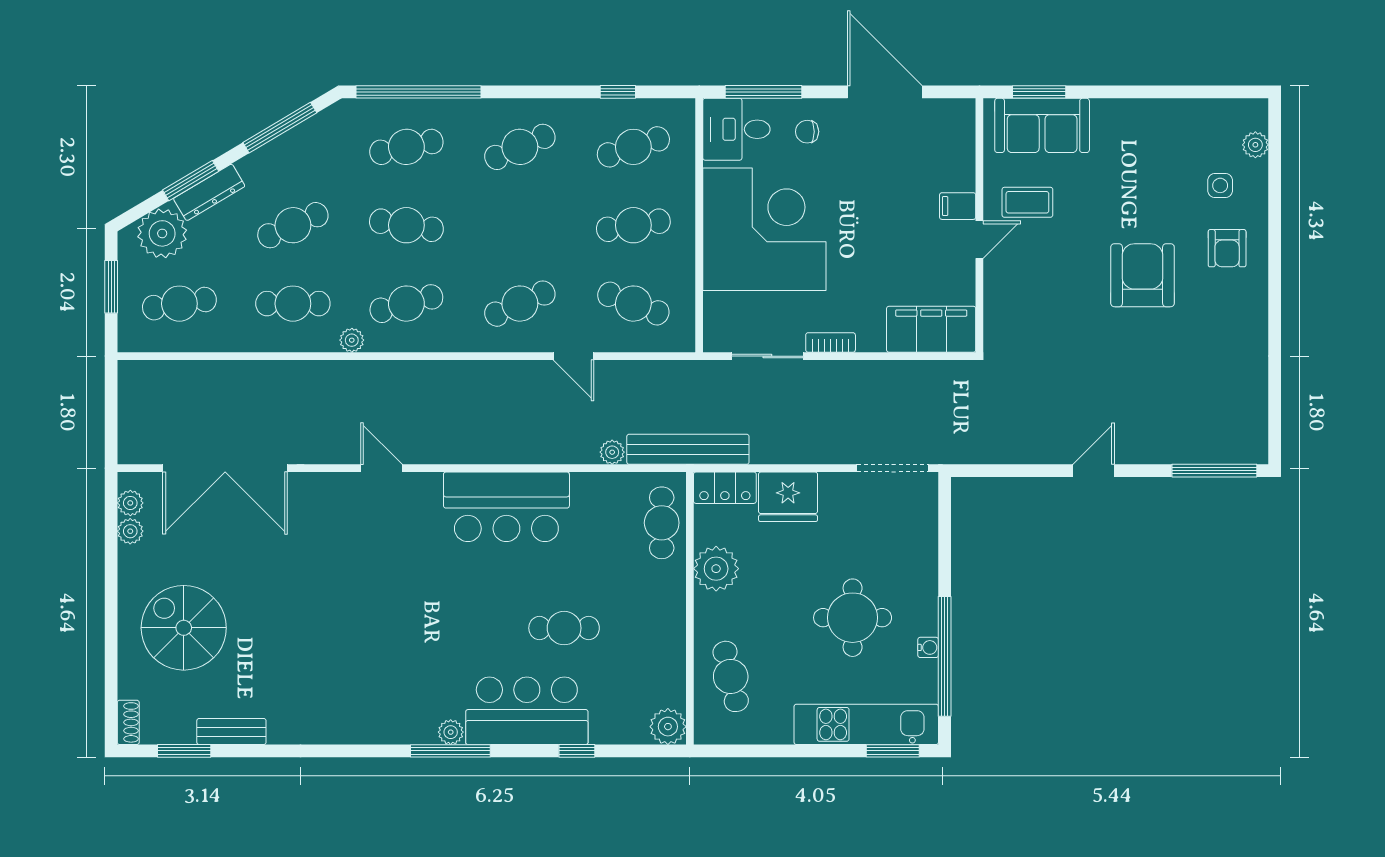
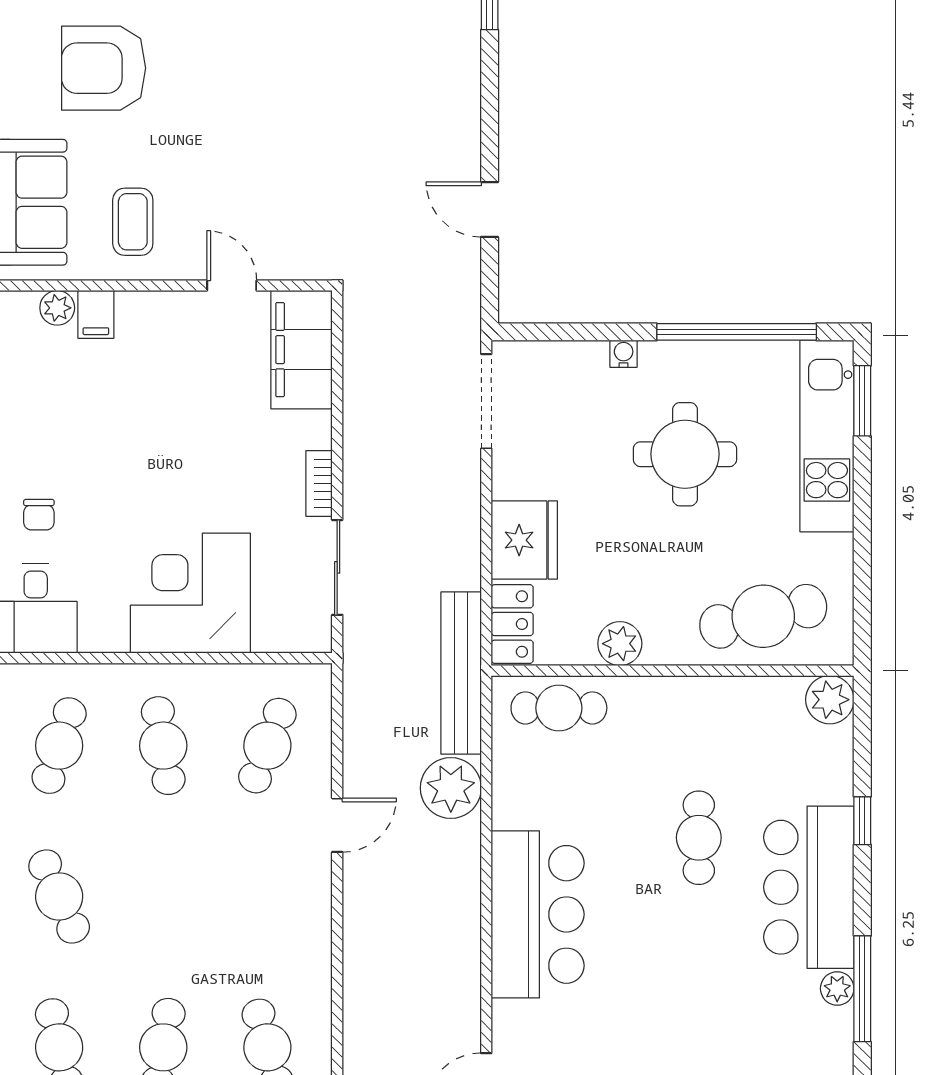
plant: (963, 145) -> (57, 308), added
cafe table: (633, 147) -> (59, 746), turned 36
filing cabinet: (958, 206) -> (96, 314), moved
corner desk: (764, 229) -> (190, 593), width x0.74, depth x0.74
door: (979, 240) -> (232, 285), moved
armchair: (1143, 275) -> (104, 68), moved
cafe table: (520, 304) -> (267, 896), removed
plant: (612, 452) -> (451, 788), width x1.87, depth x1.87
door: (1094, 471) -> (490, 210), moved
plant: (716, 569) -> (620, 644), width x0.73, depth x0.73
water cooler: (928, 647) -> (624, 354), moved
cafe table: (731, 676) -> (763, 616), width x1.37, depth x1.35

